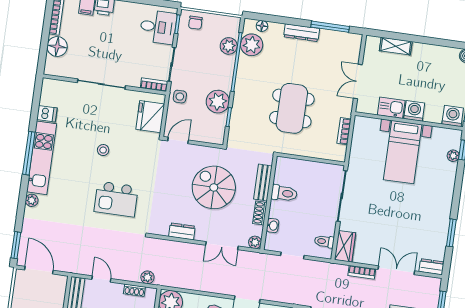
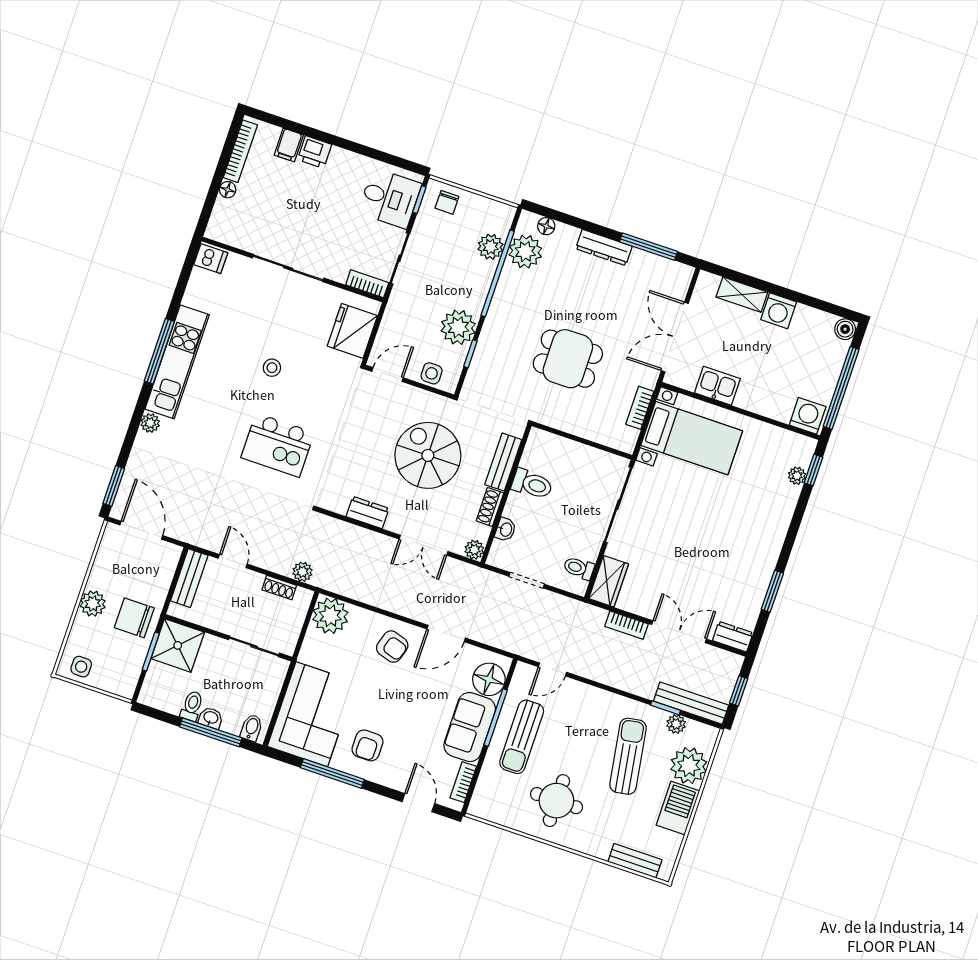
floor lamp: (57, 47) -> (228, 190), width x0.53, depth x0.53
double door: (358, 82) -> (675, 337), width x1.37
side table: (180, 97) -> (432, 373), moved
dining table: (292, 108) -> (568, 359), width x0.73
washing machine: (414, 111) -> (779, 311), moved, turned 180
dishwasher: (47, 114) -> (211, 259), moved
bed with nightstands: (403, 152) -> (692, 438), moved, turned -90

